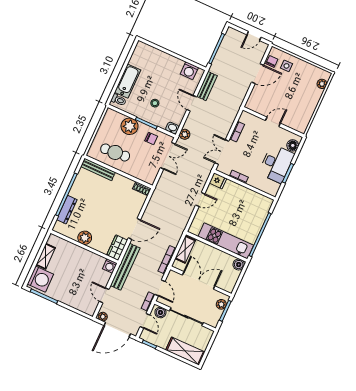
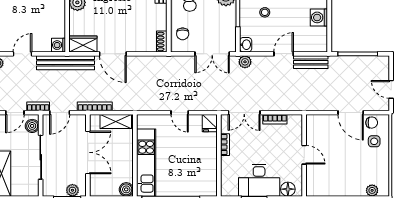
washing machine: (189, 71) -> (319, 17), moved
chair: (151, 139) -> (183, 34), moved
double door: (222, 152) -> (244, 113), swing flipped

